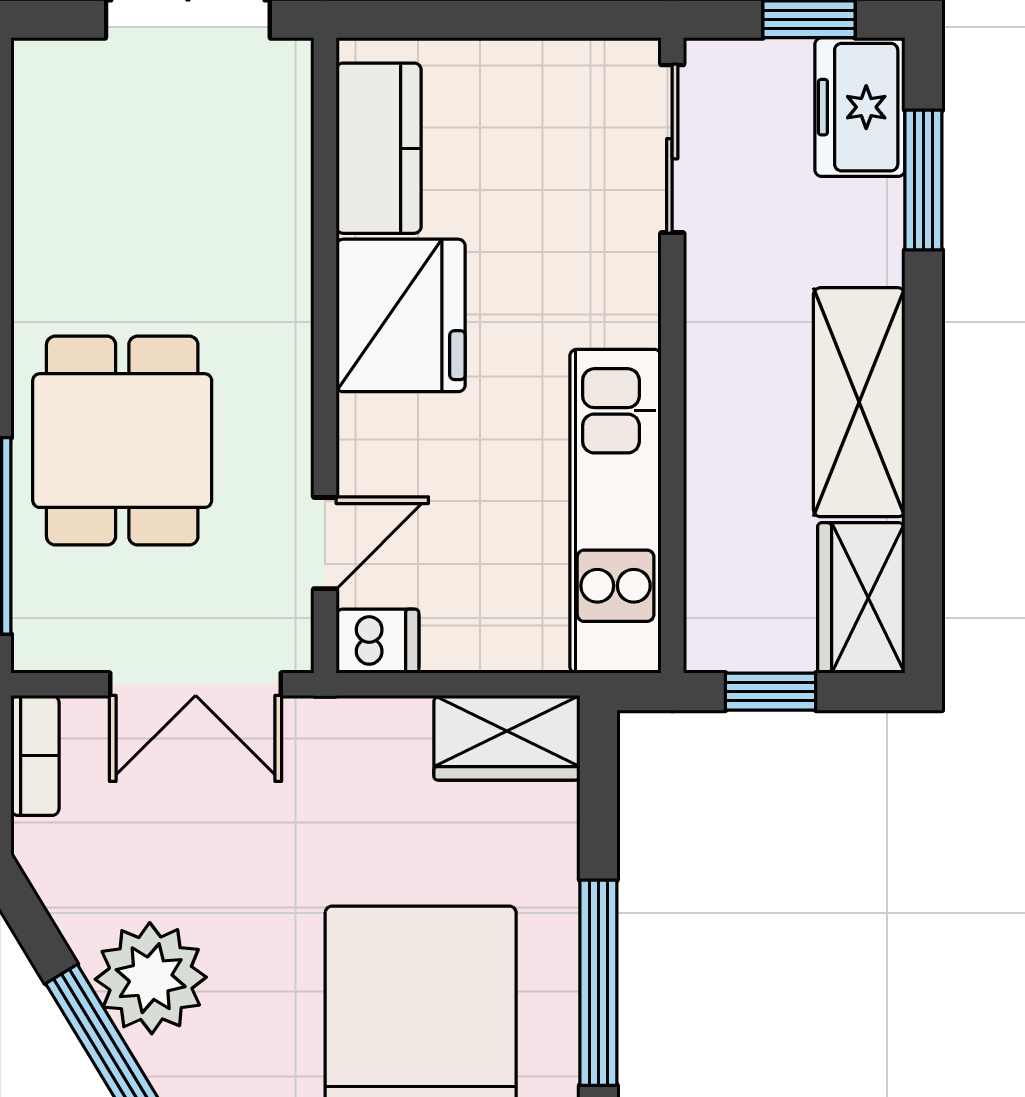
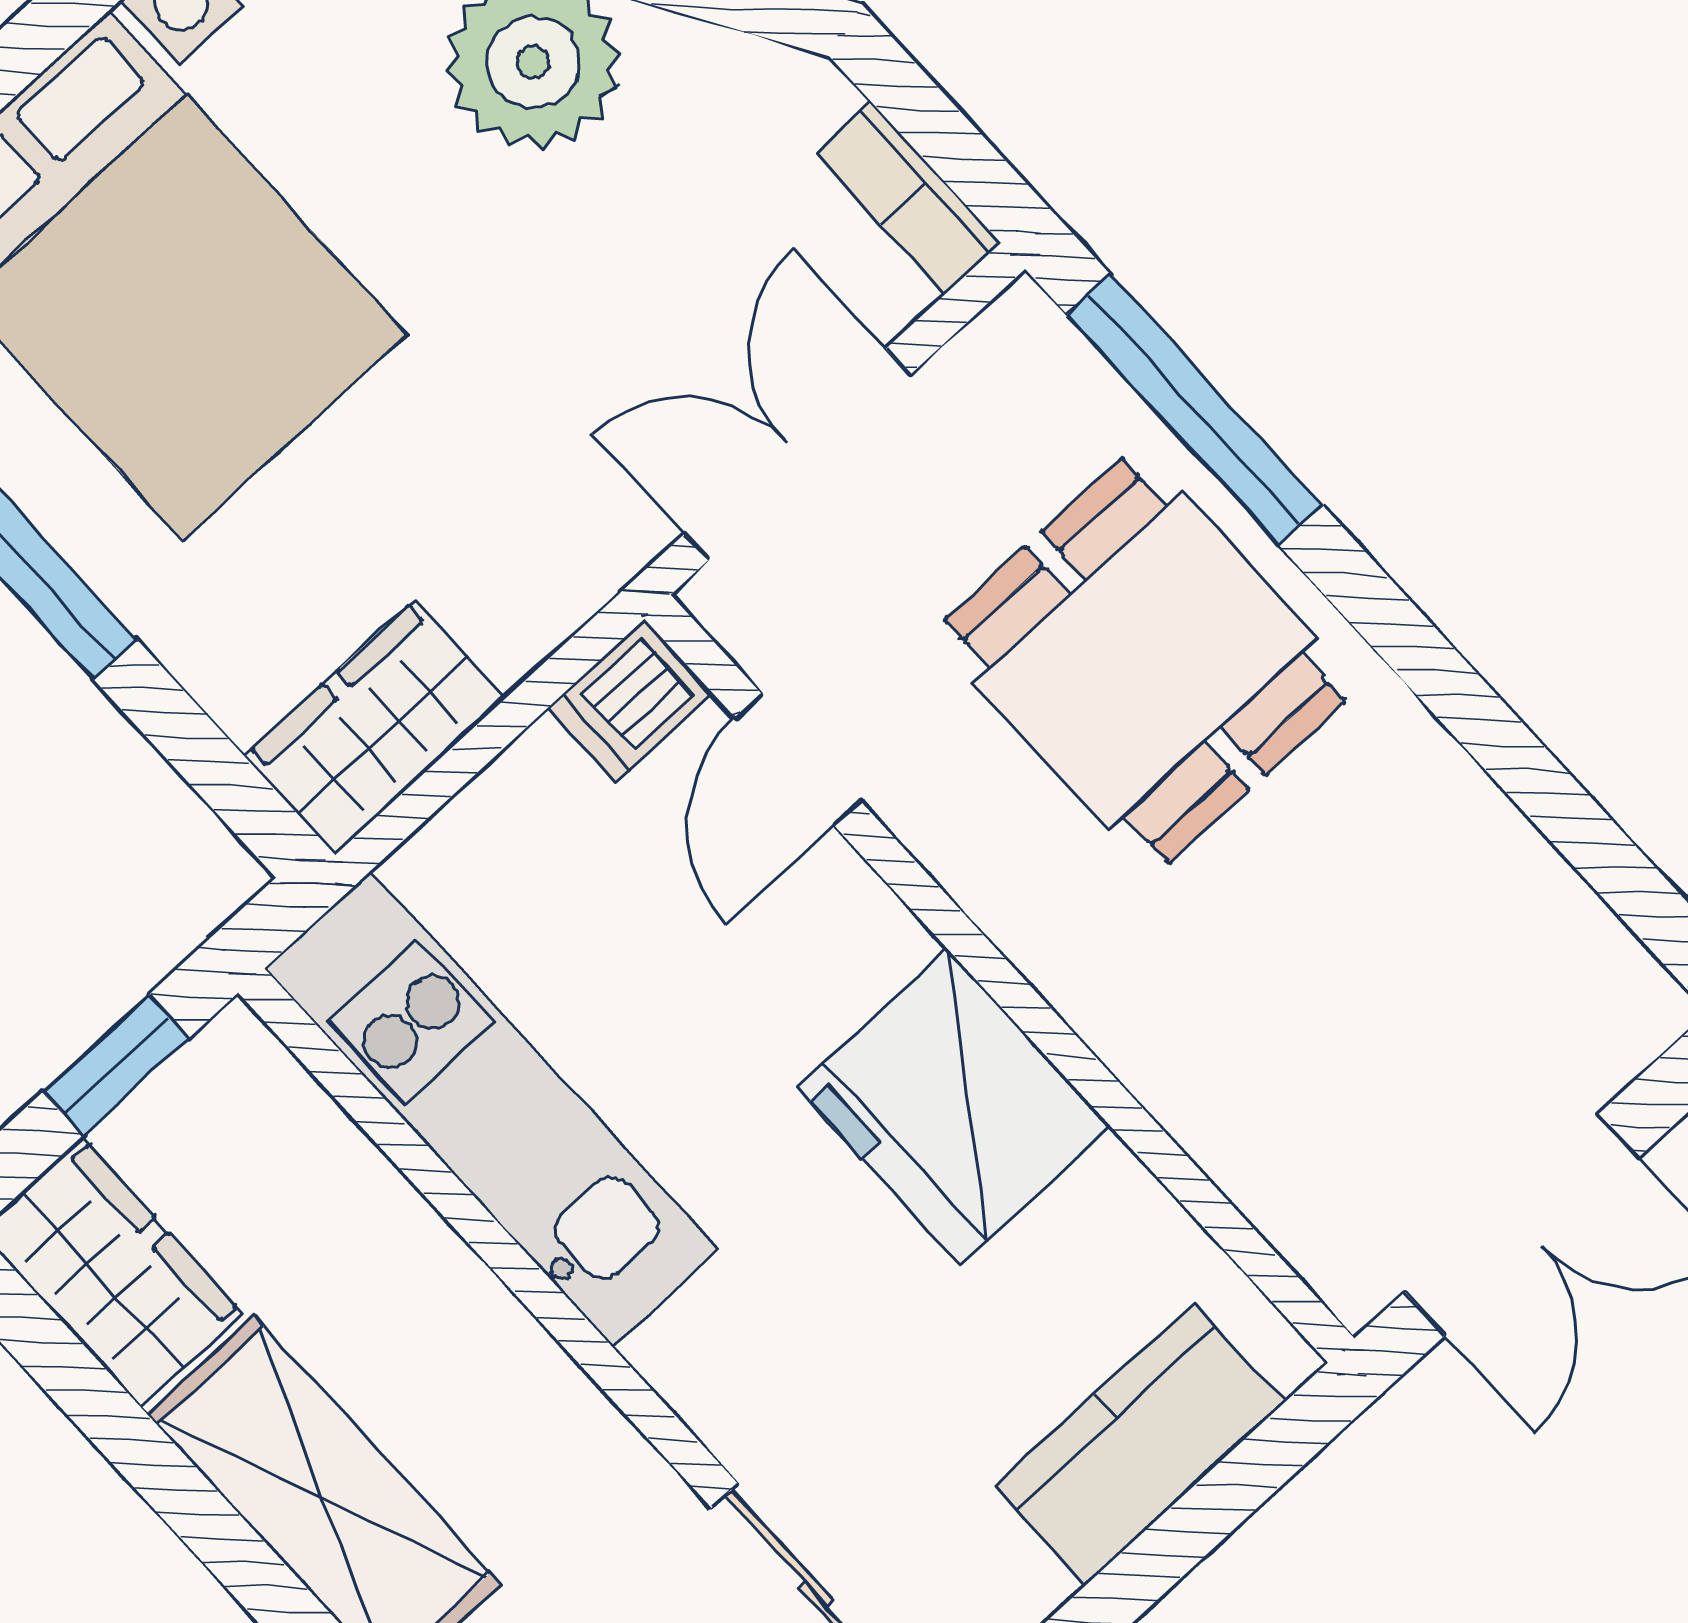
kitchen counter: (379, 148) -> (1140, 1444), moved, turned 90

